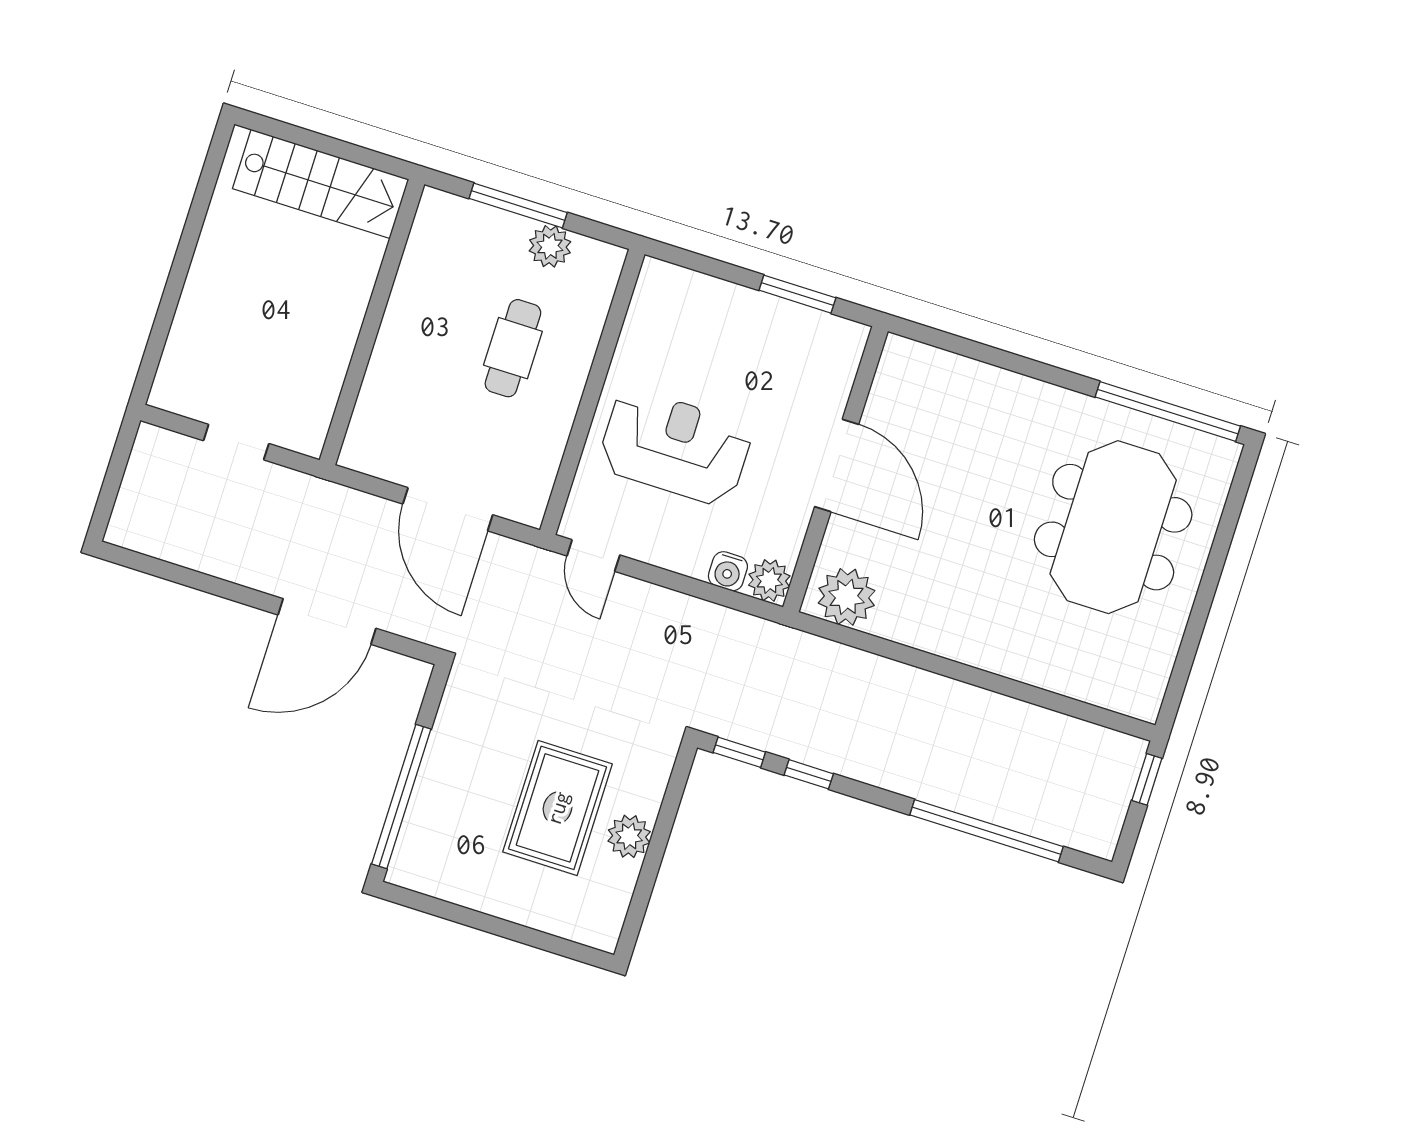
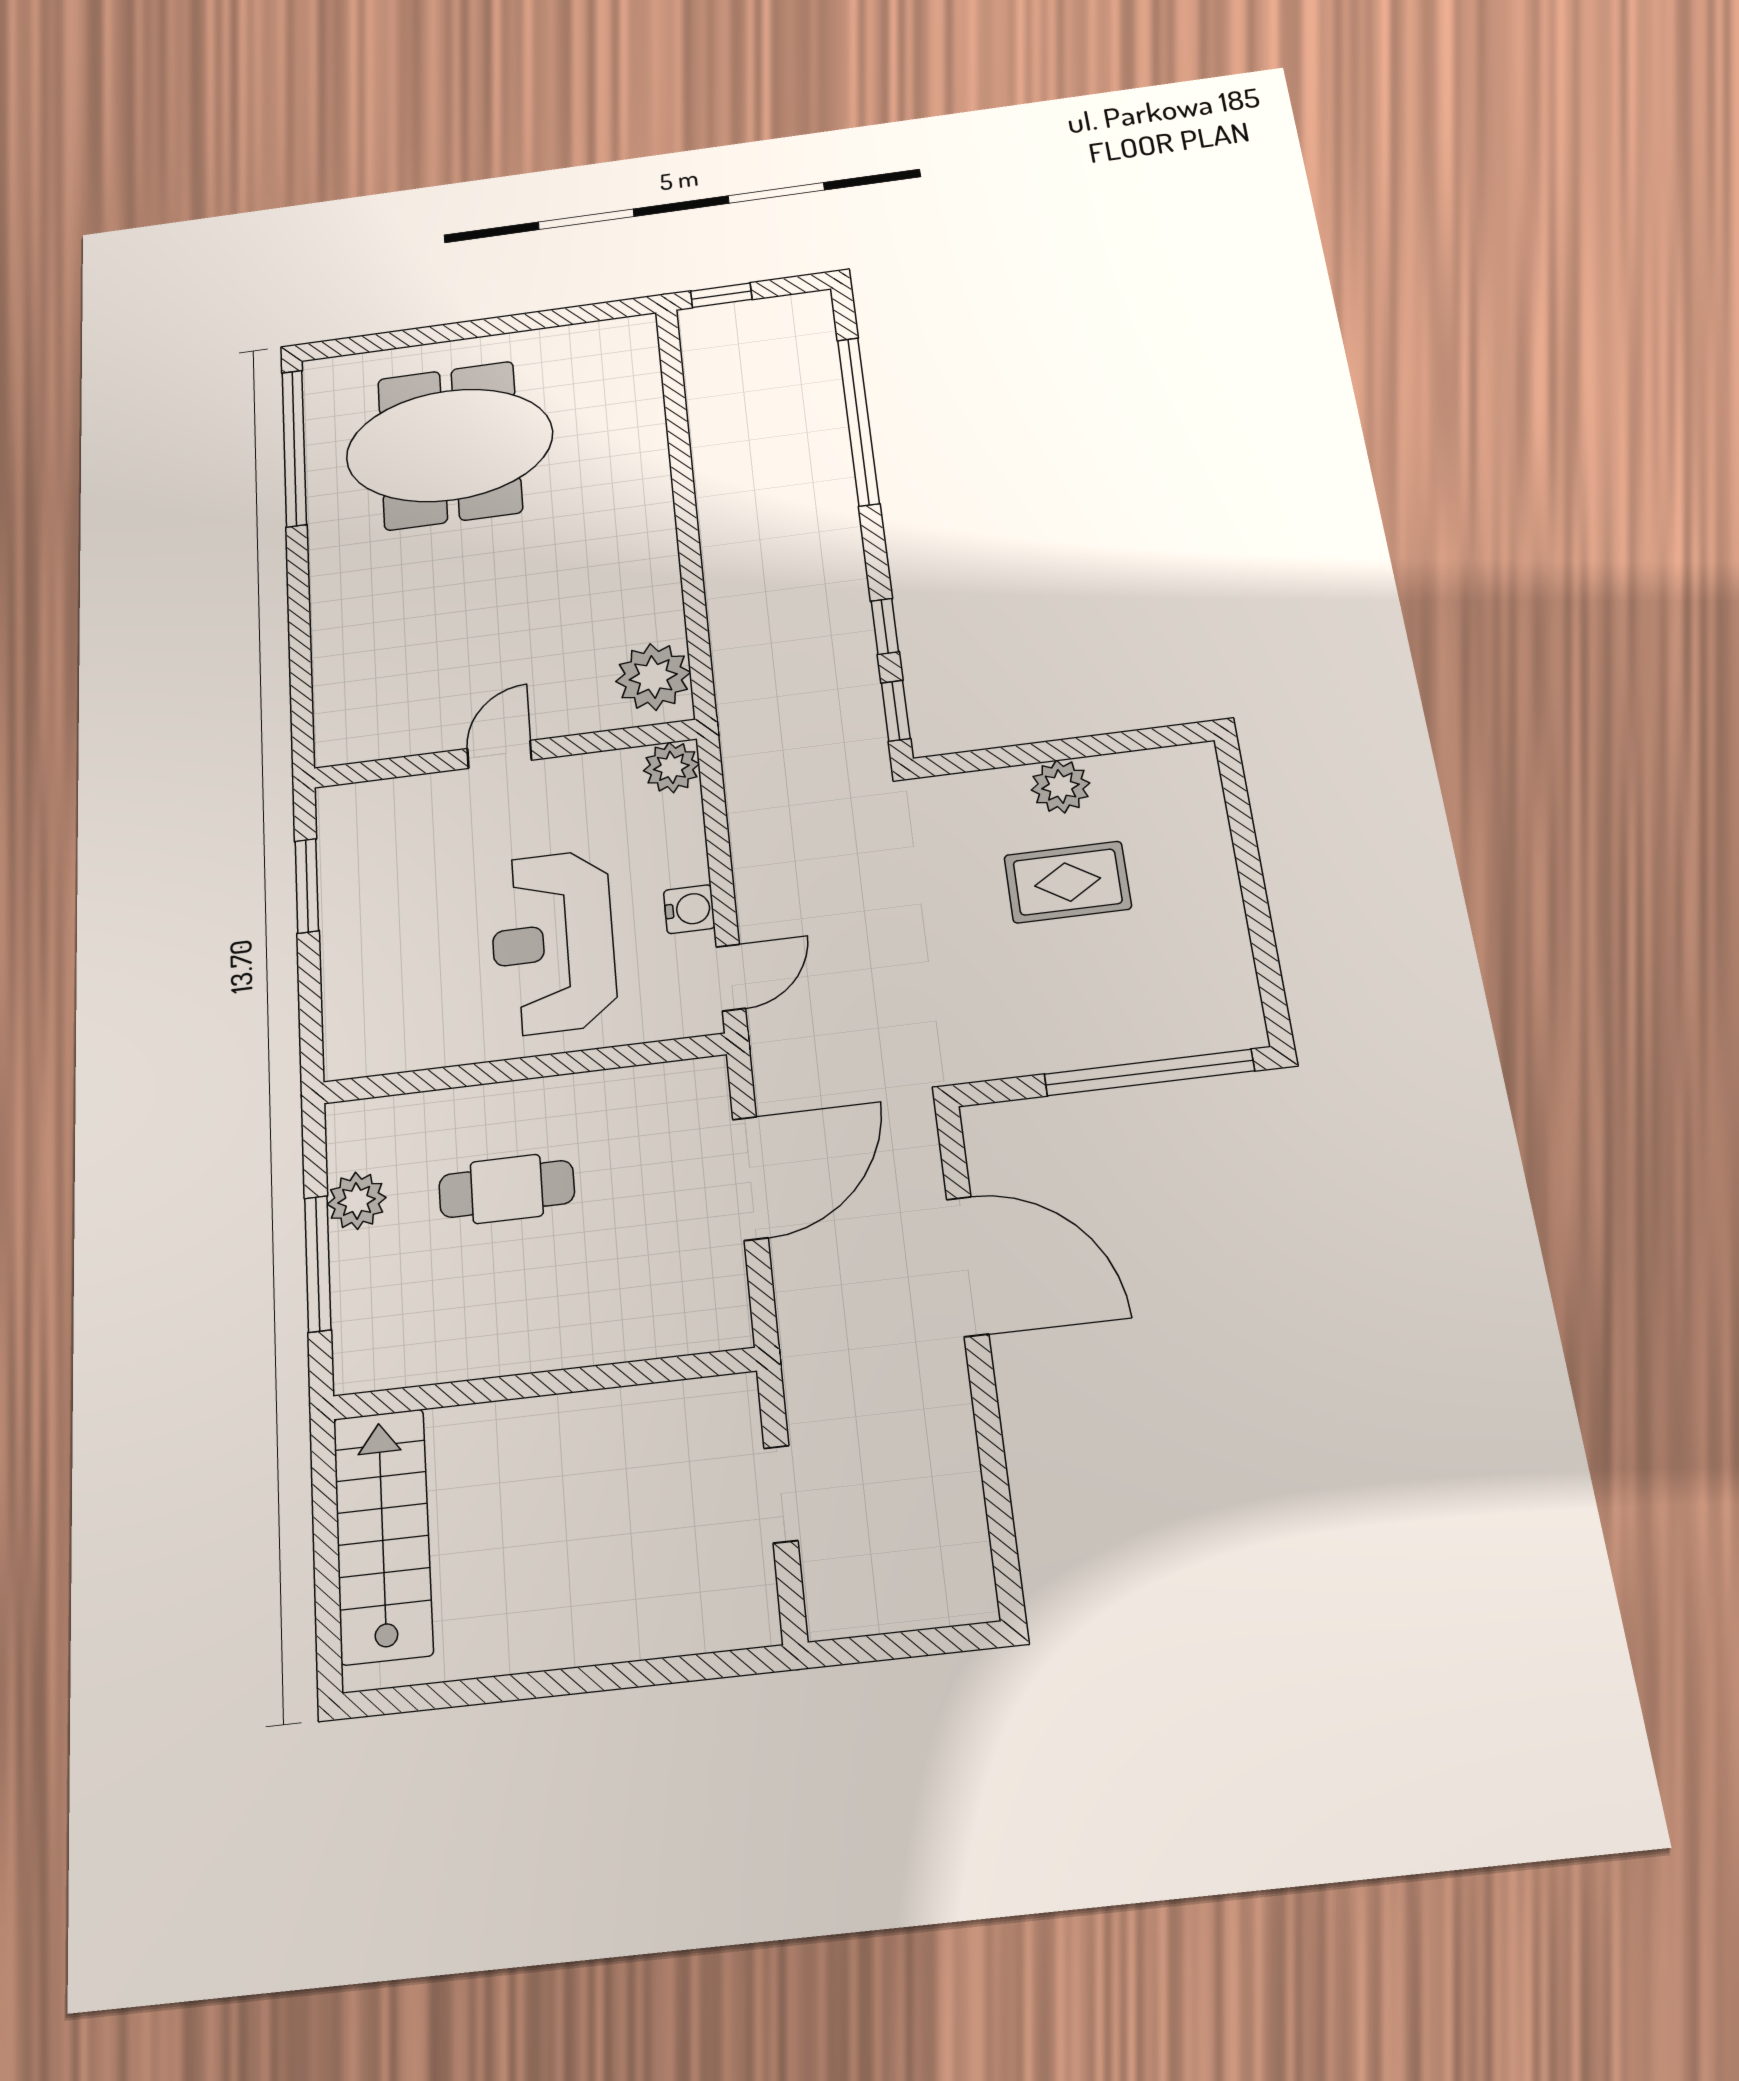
door: (837, 466) -> (499, 754), width x0.53
water cooler: (728, 571) -> (689, 909), moved
rug: (558, 808) -> (1068, 882), width x0.73, depth x0.70

